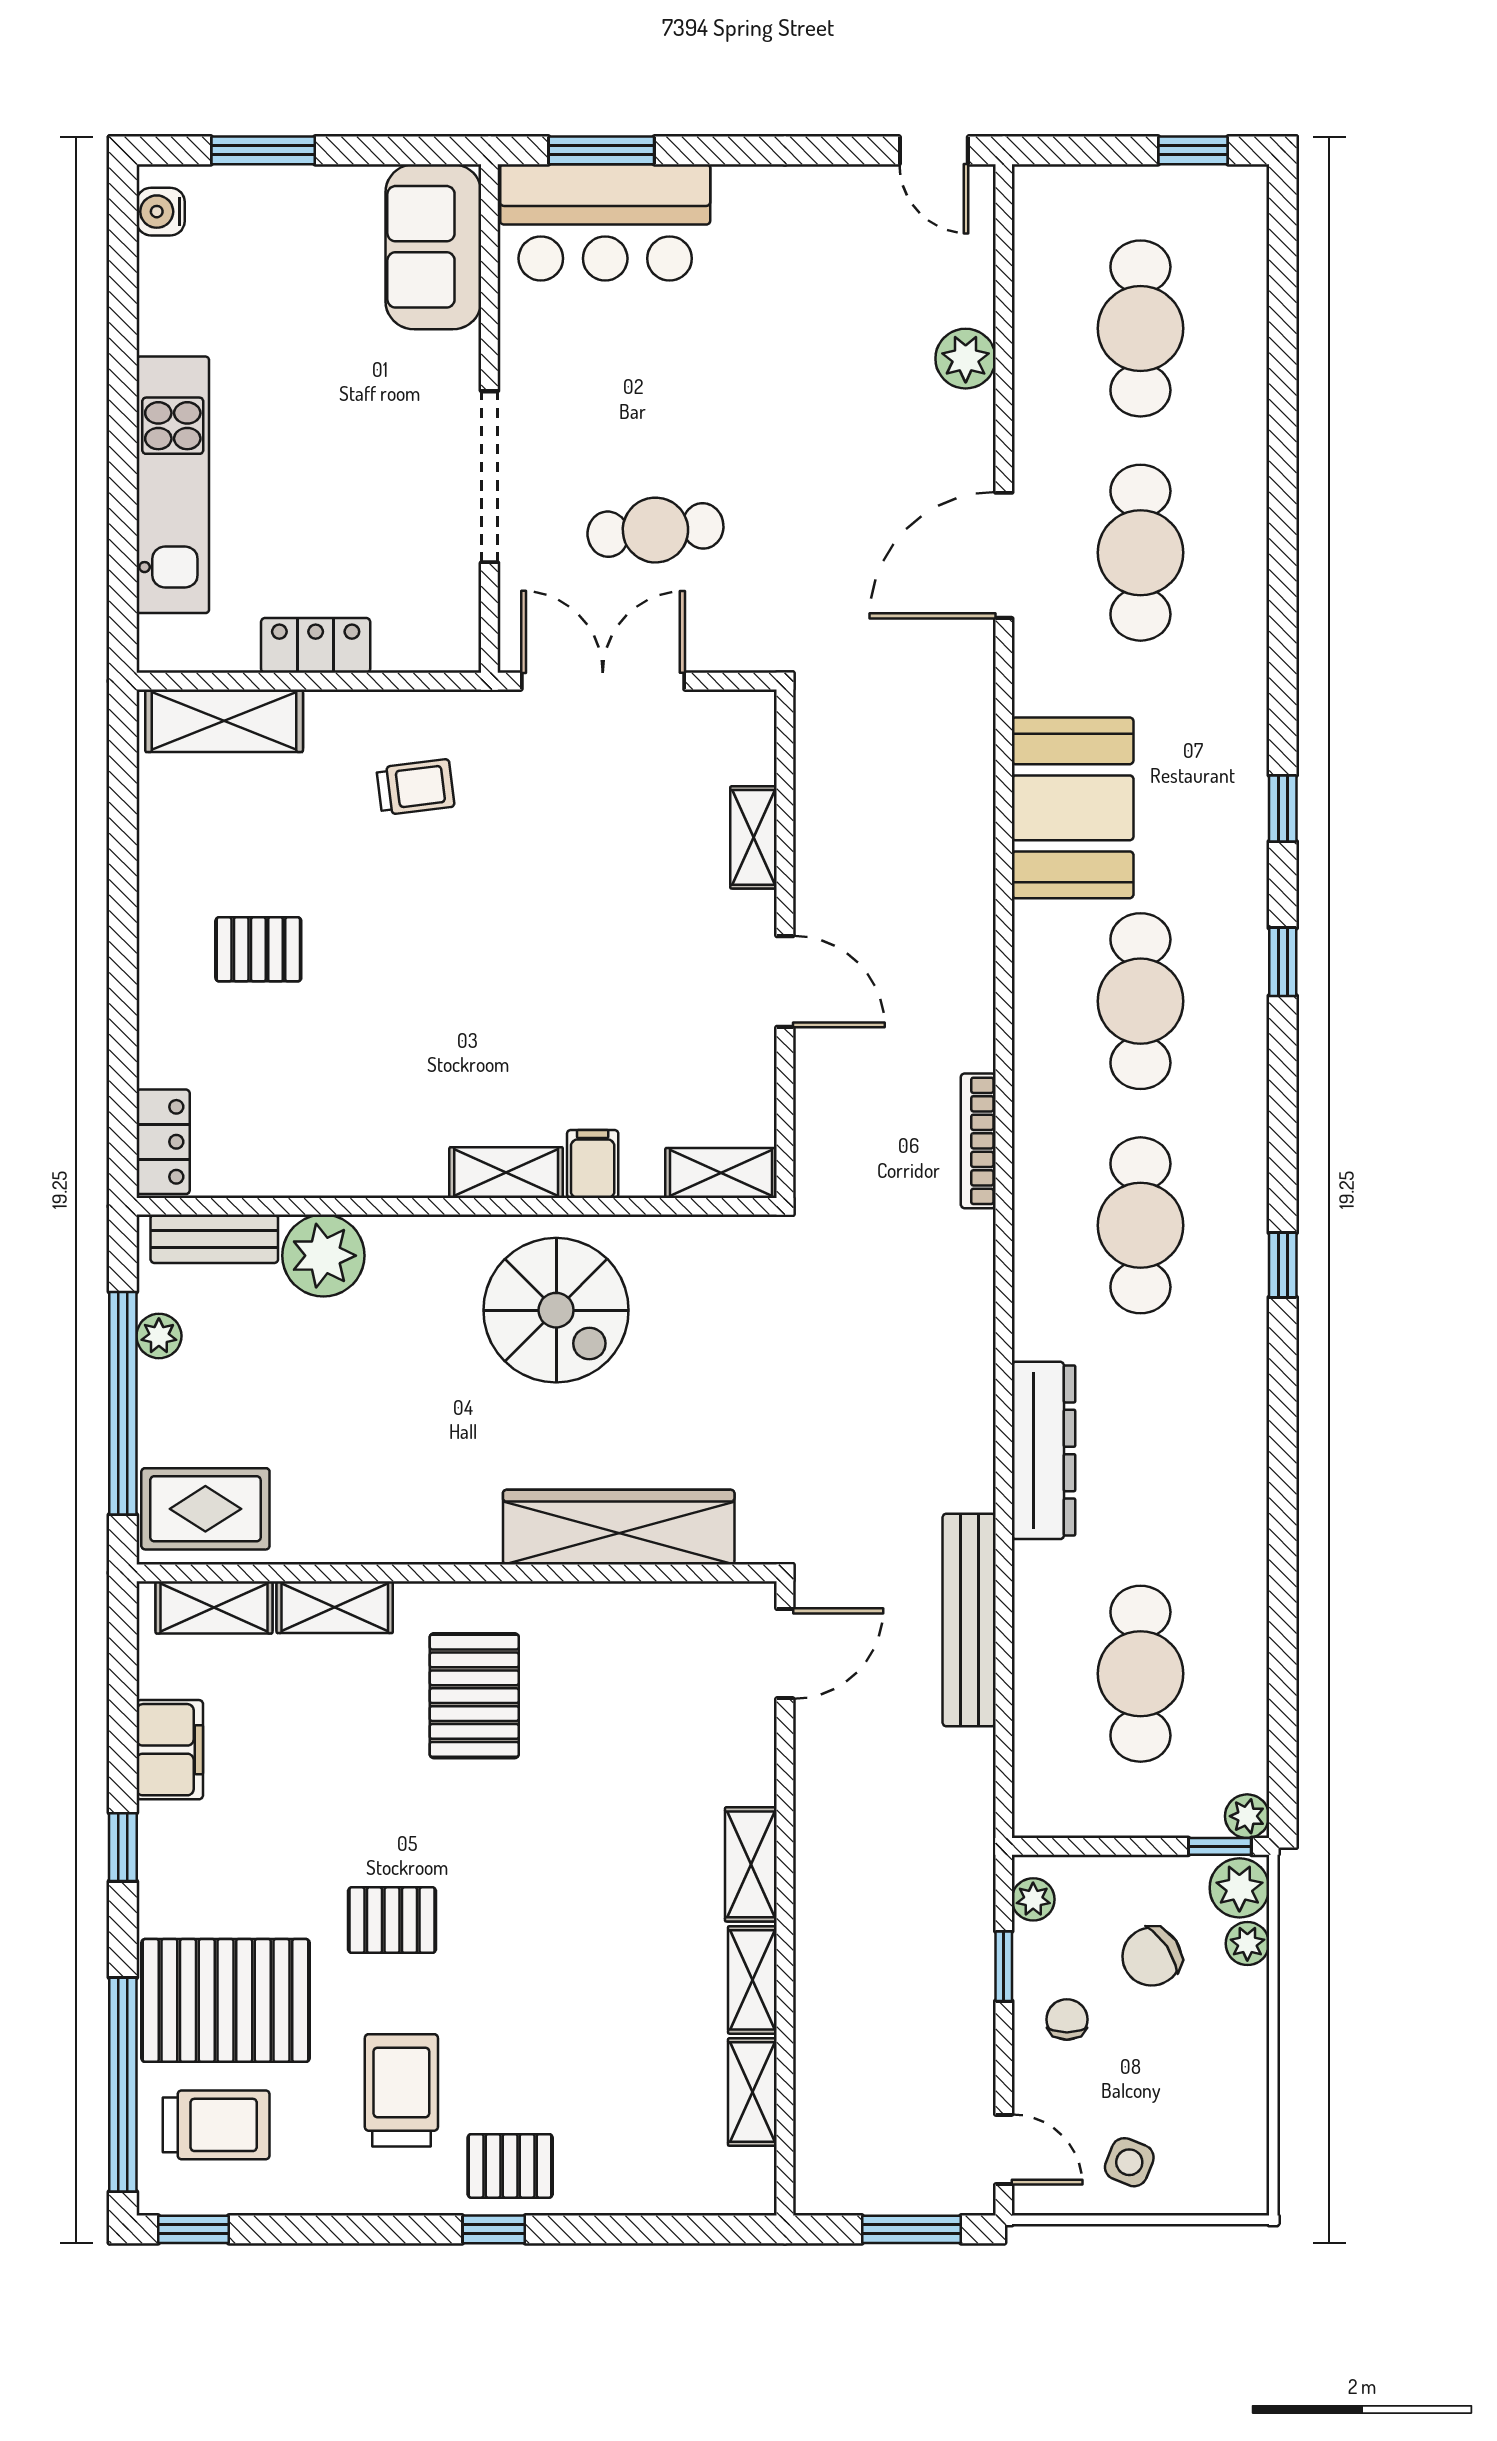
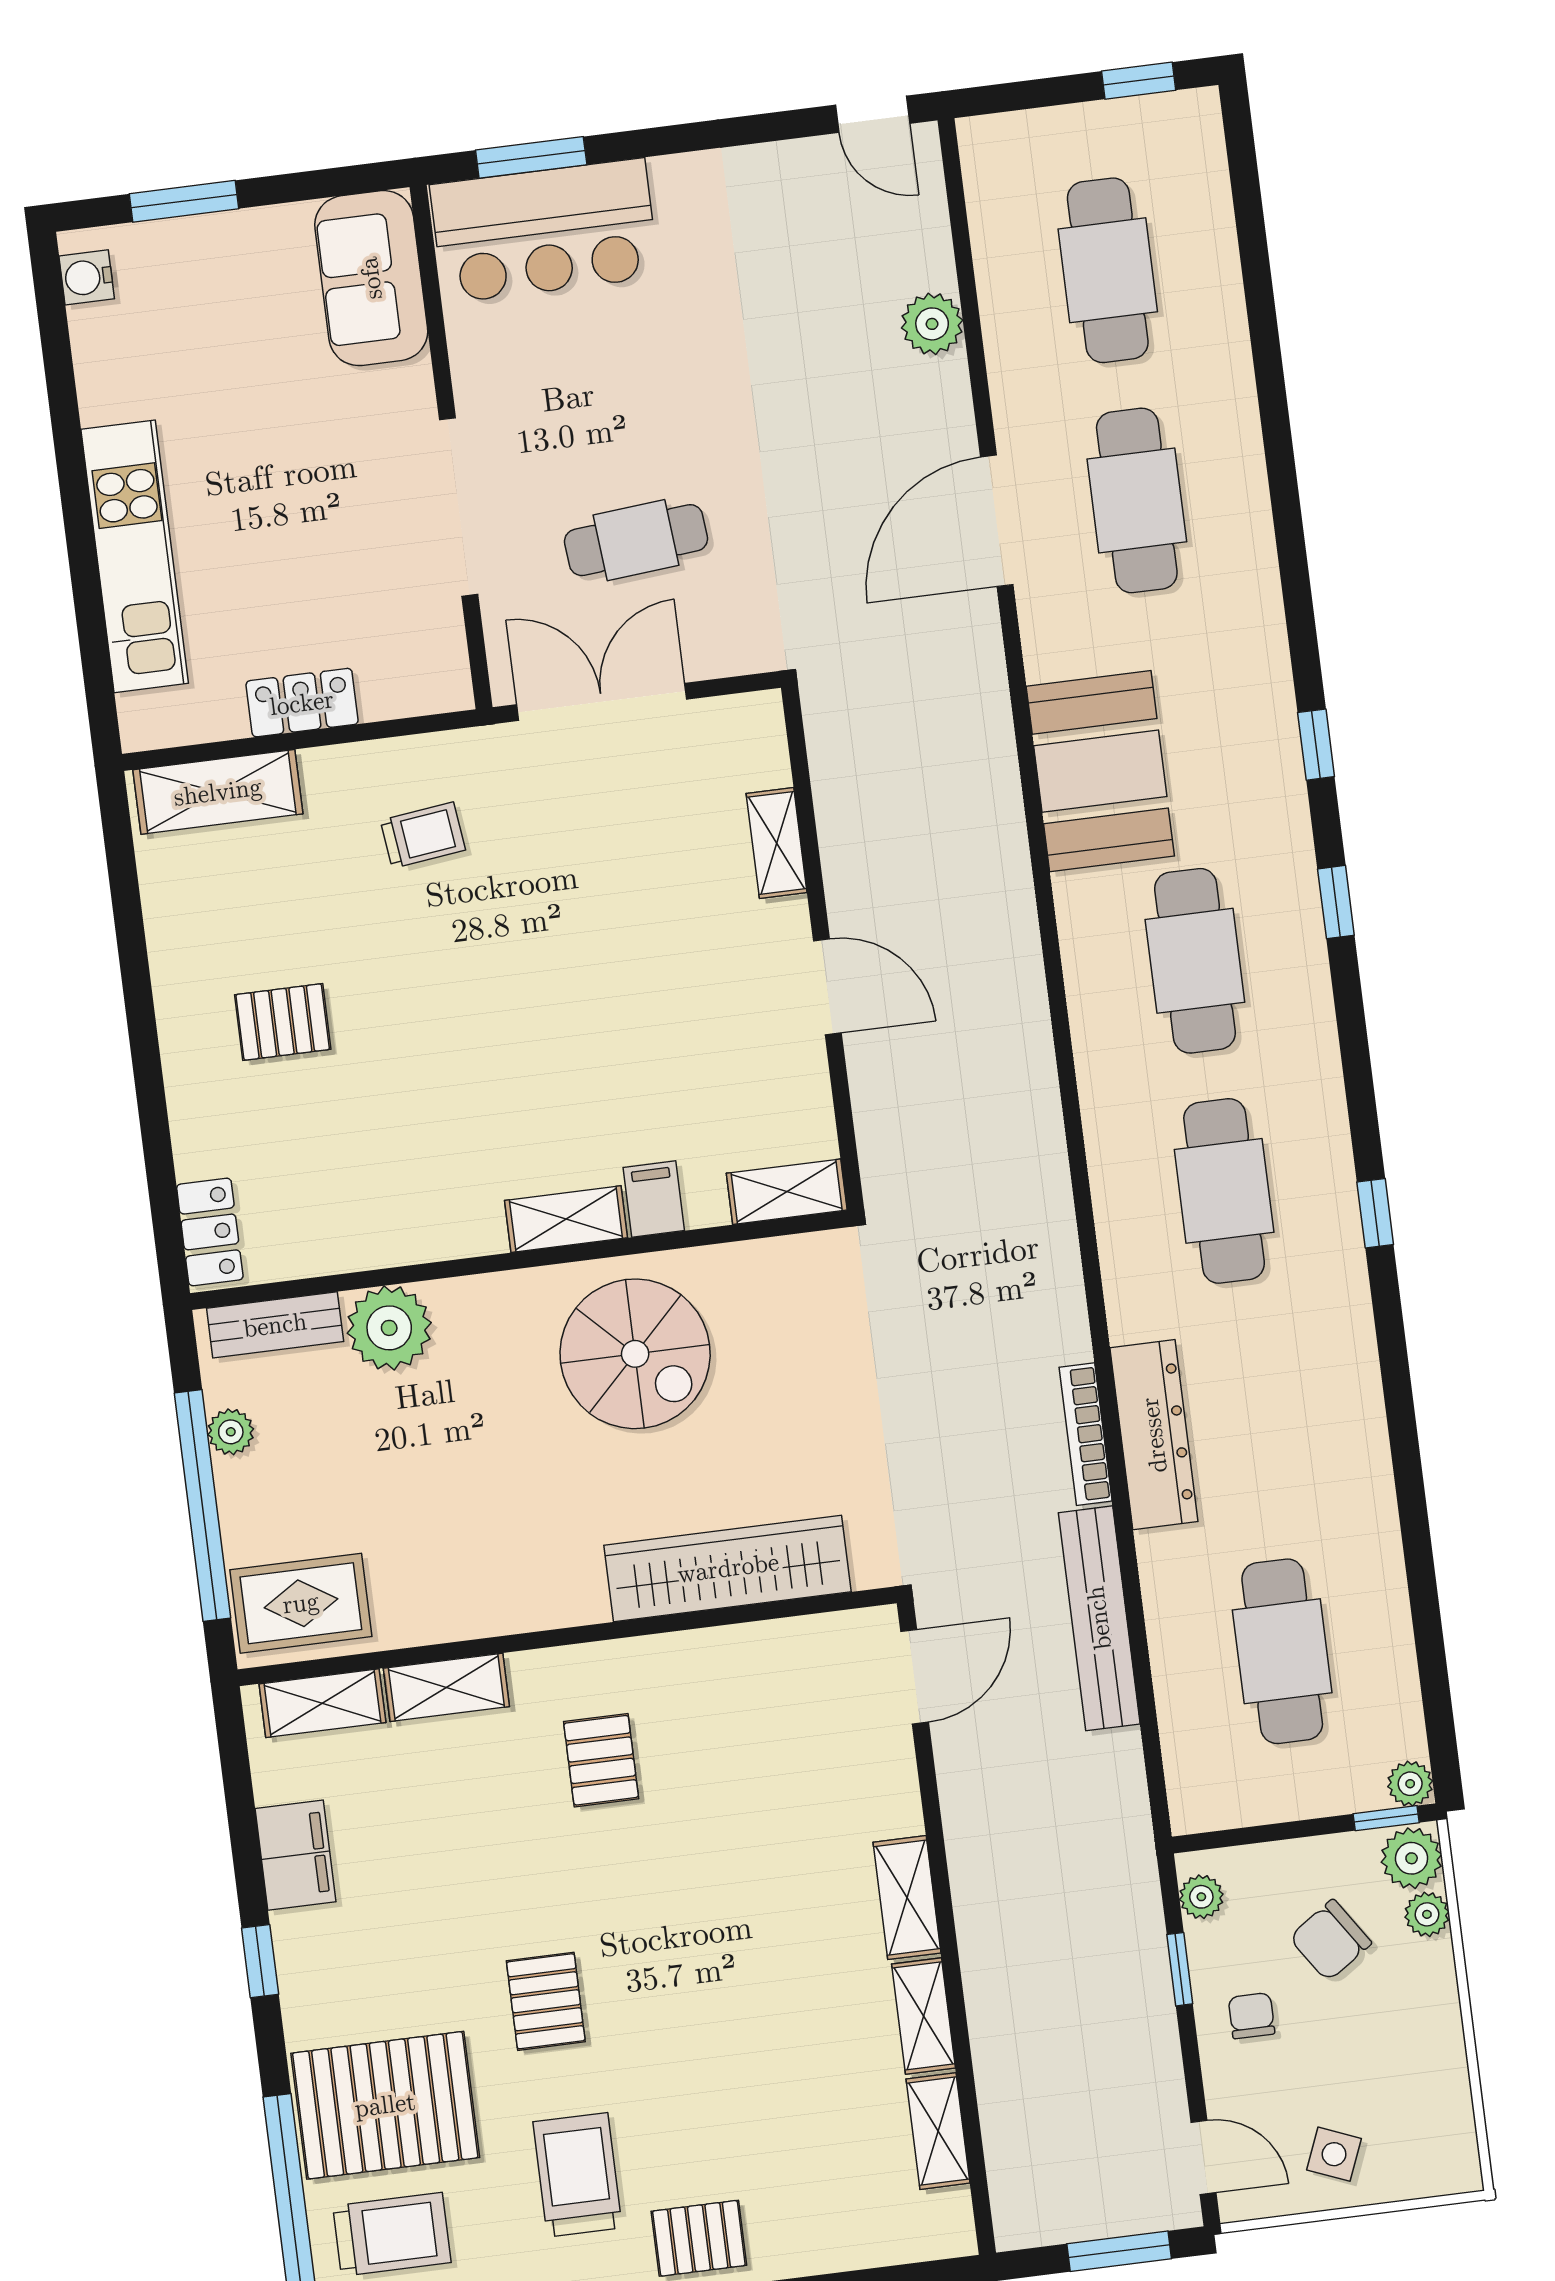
bookcase: (978, 1141) -> (1086, 1434), moved
pallet: (474, 1696) -> (601, 1760), width x0.67, depth x0.71
pallet: (392, 1920) -> (546, 2001), turned 90

